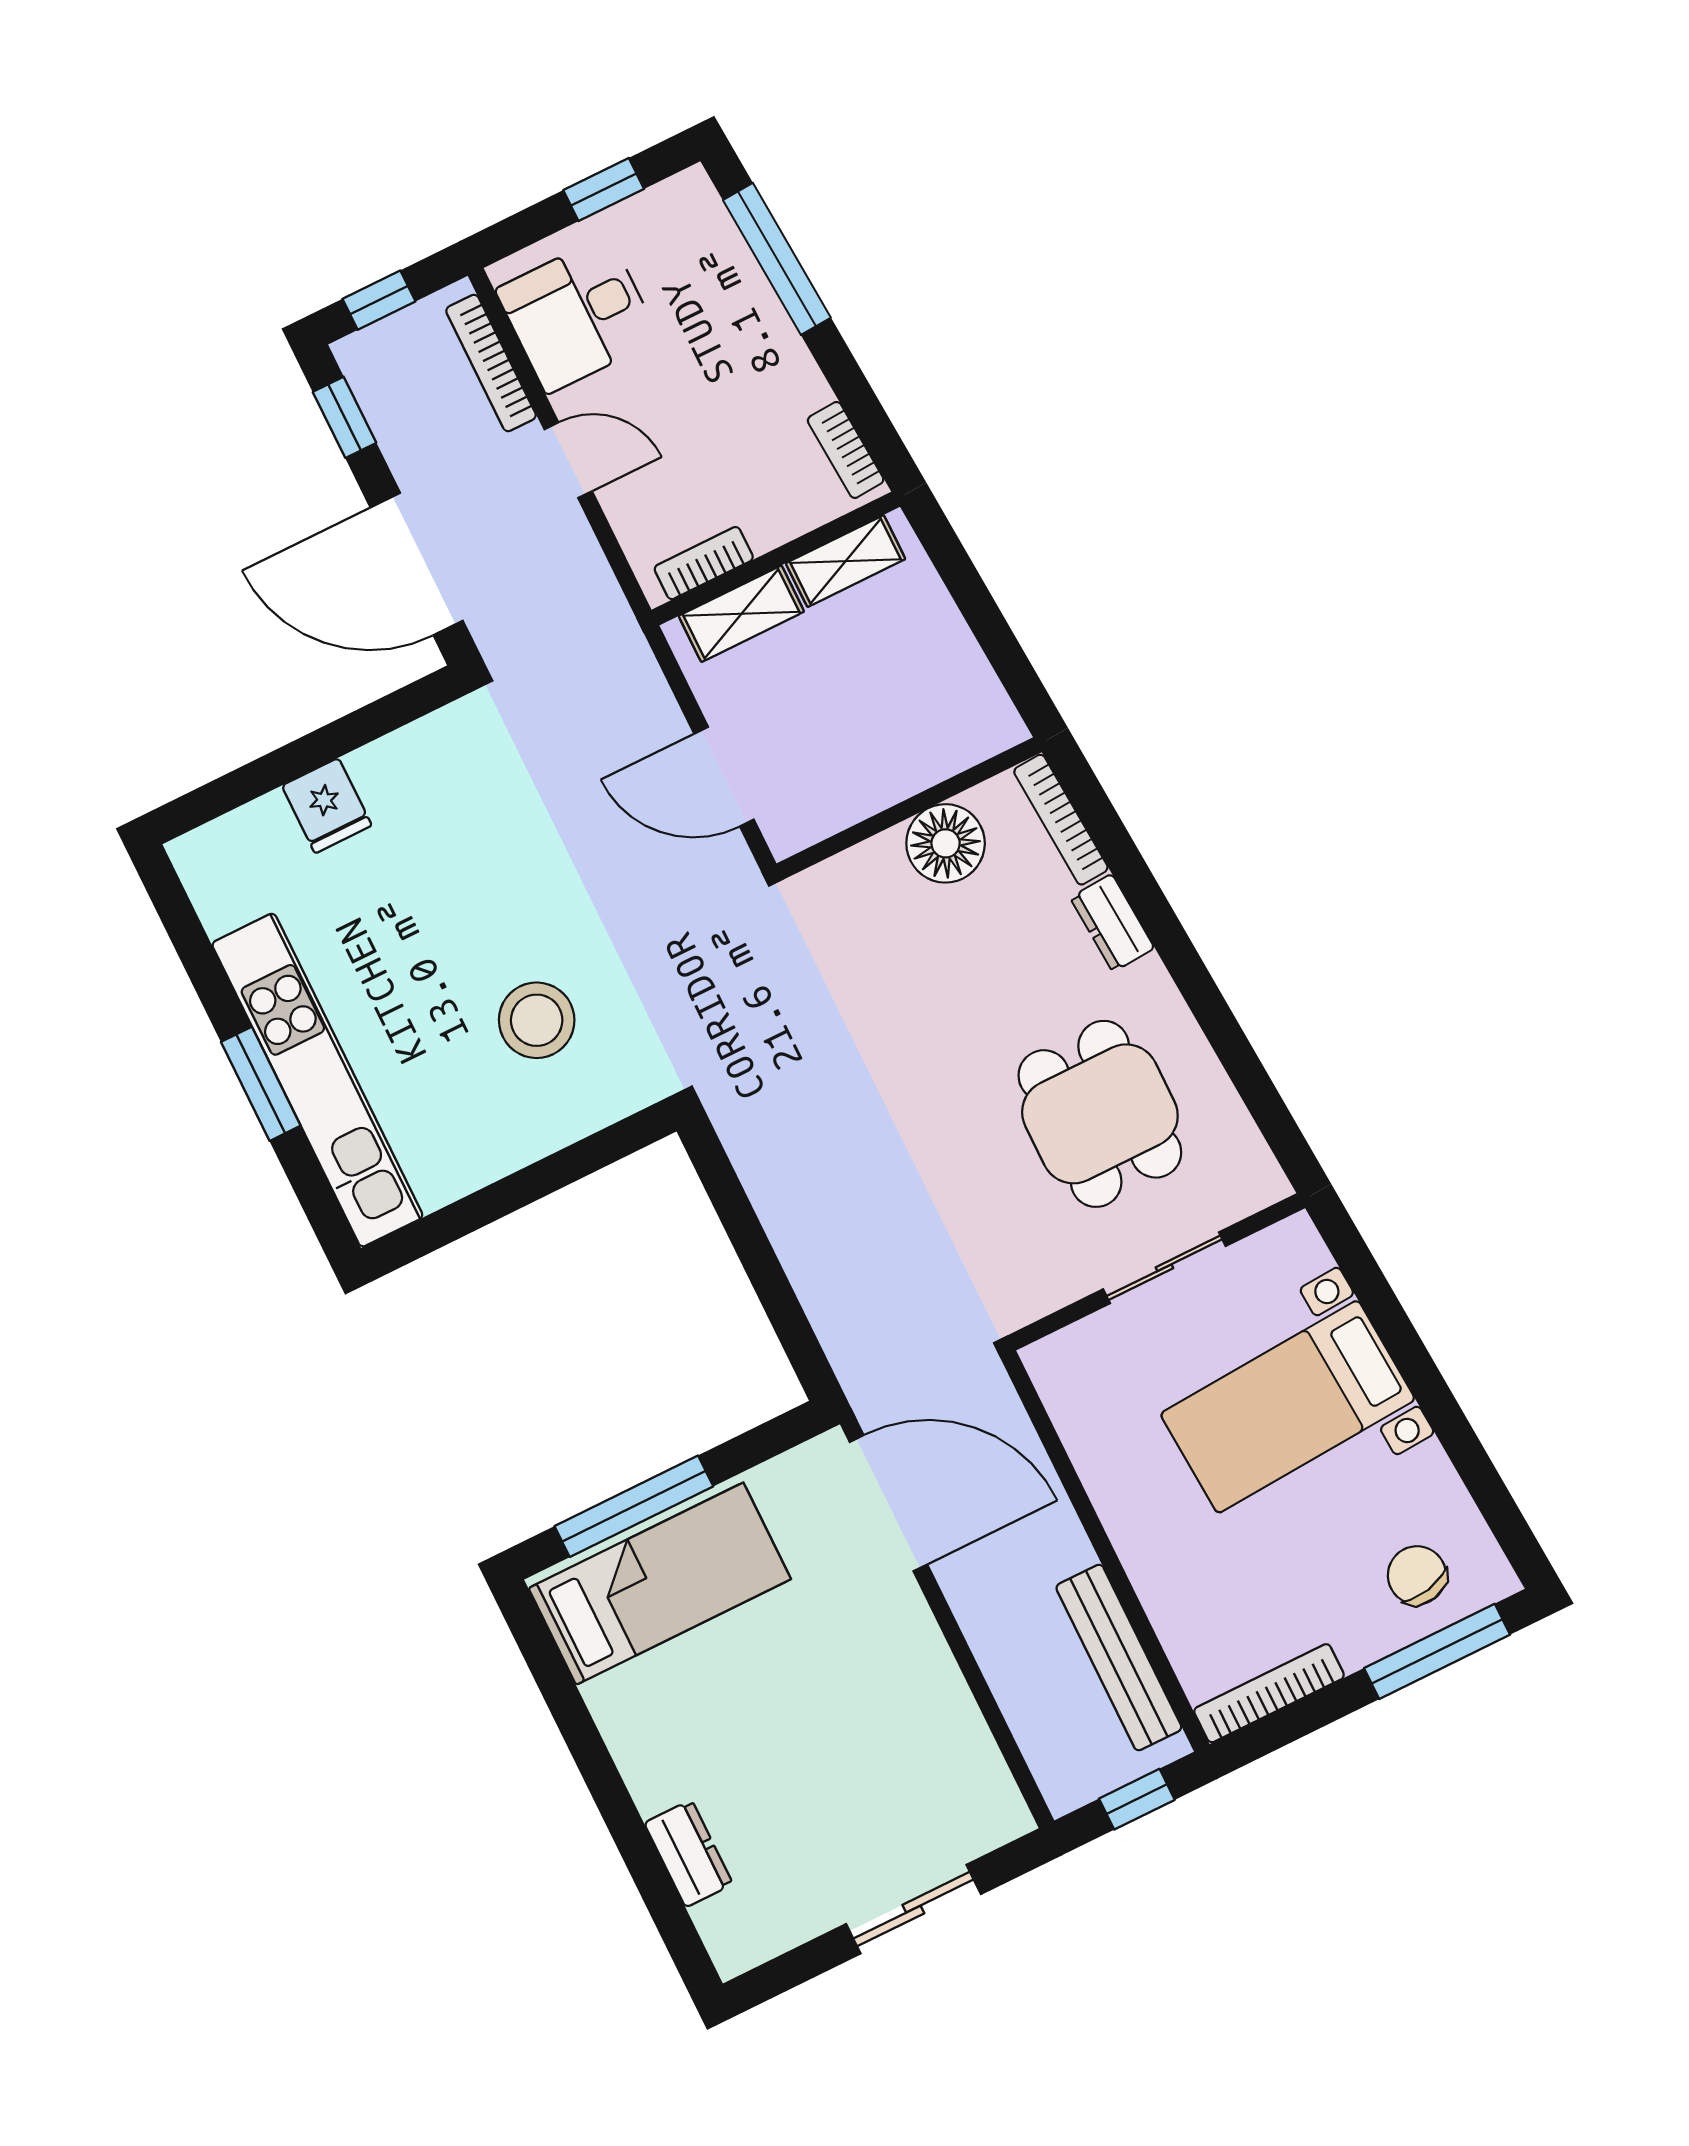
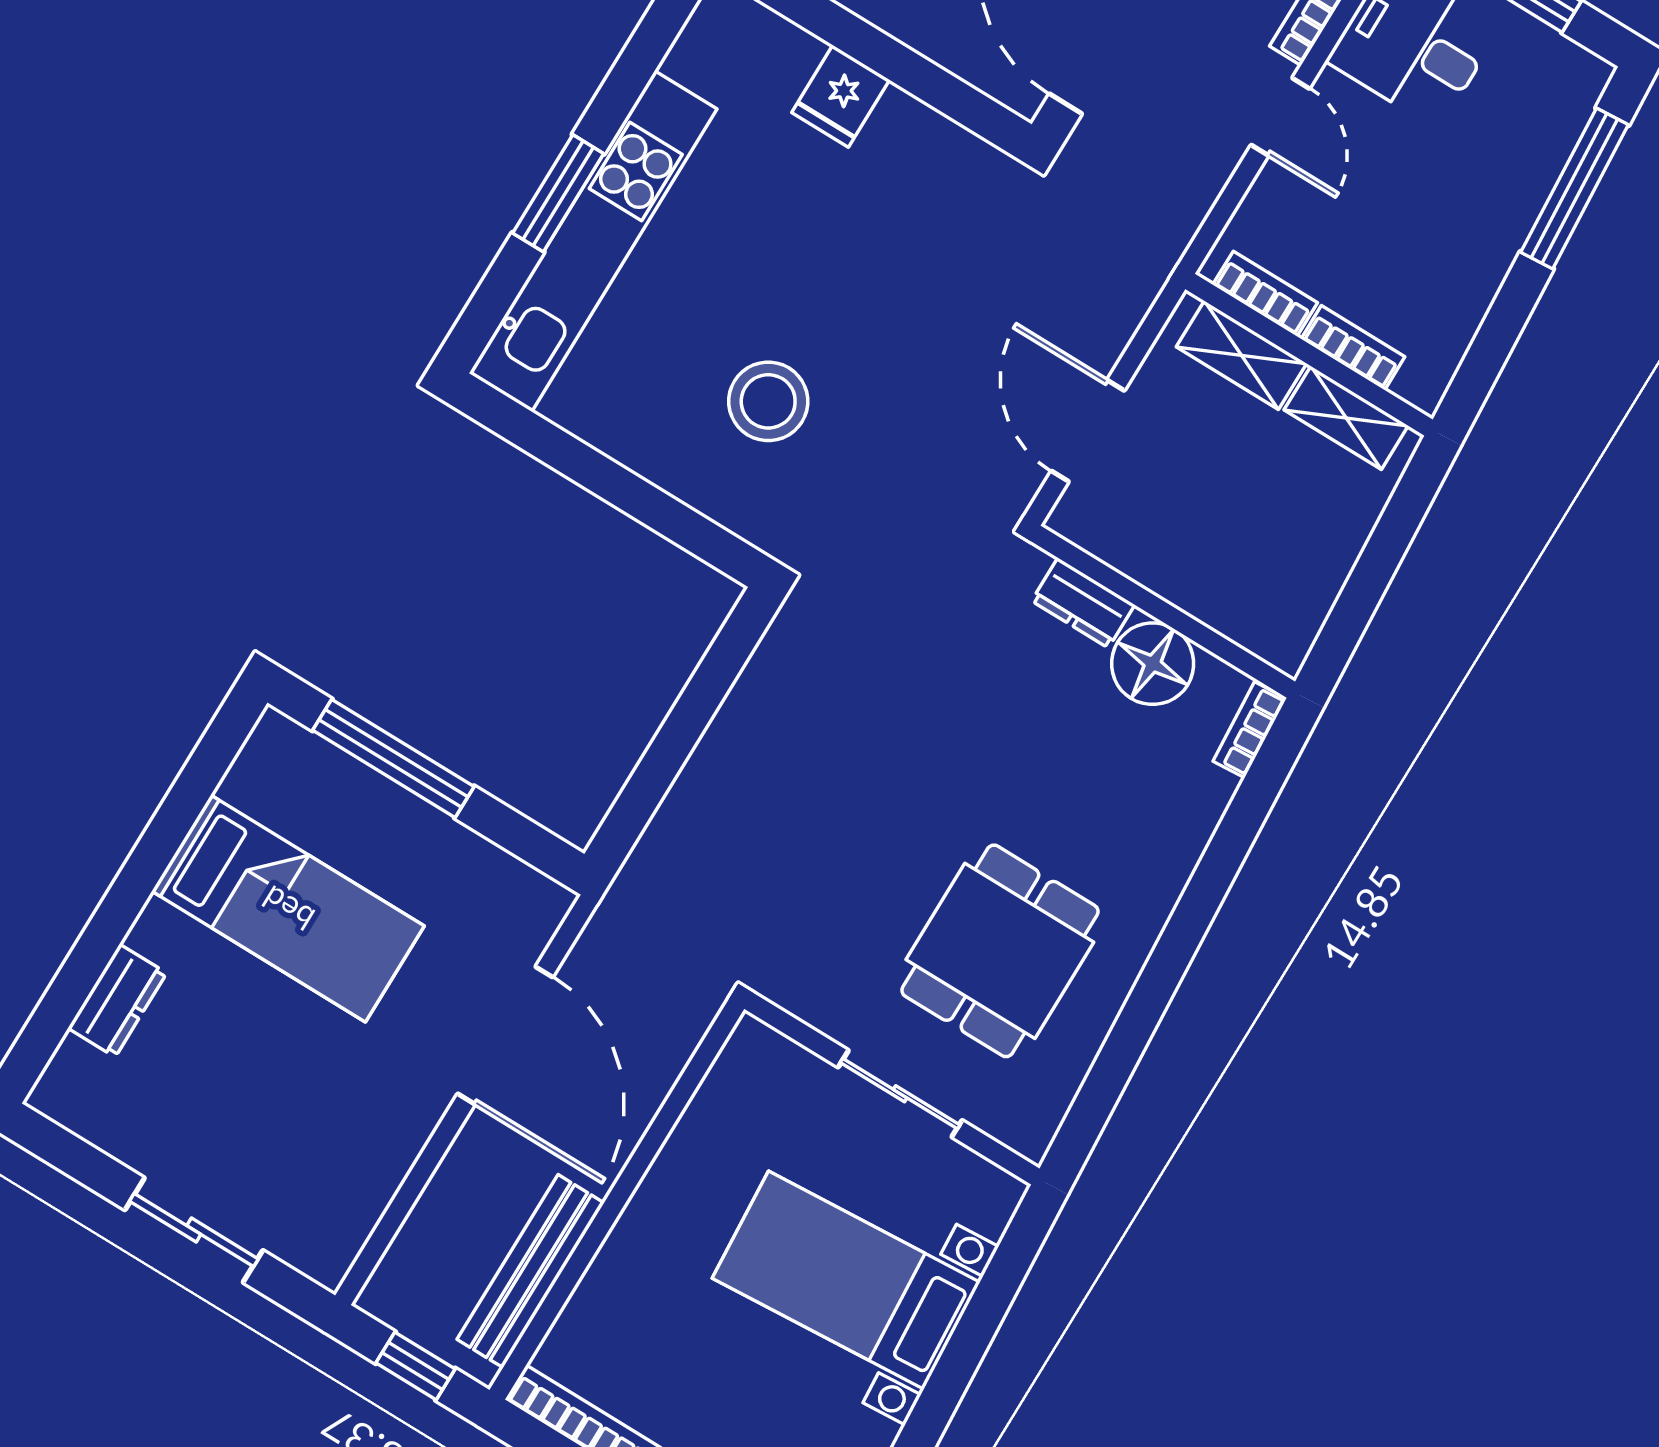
bookcase: (846, 450) -> (1353, 348), moved, turned 94
bookcase: (1061, 820) -> (1250, 730), width x0.64
dresser: (1112, 923) -> (1083, 603), moved, turned -86
door: (888, 1503) -> (505, 1035), moved
bed: (660, 1584) -> (288, 909), moved

